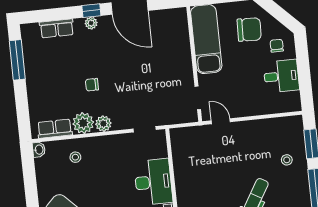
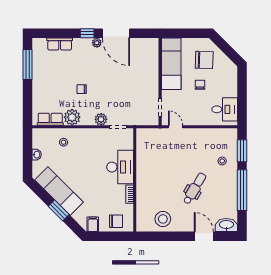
plant: (91, 23) -> (97, 43), moved
chair: (277, 46) -> (200, 85), moved
desk: (281, 76) -> (225, 109), moved
plant: (103, 124) -> (101, 119), moved
washbasin: (39, 150) -> (37, 155), moved

